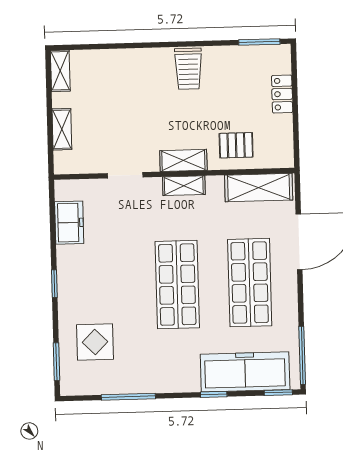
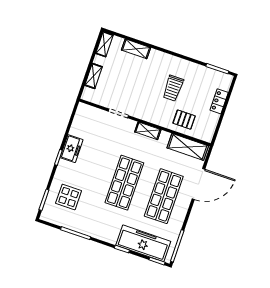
trolley: (188, 69) -> (173, 88), moved
shelving: (183, 160) -> (136, 49), moved
freezer: (69, 223) -> (72, 149), moved

